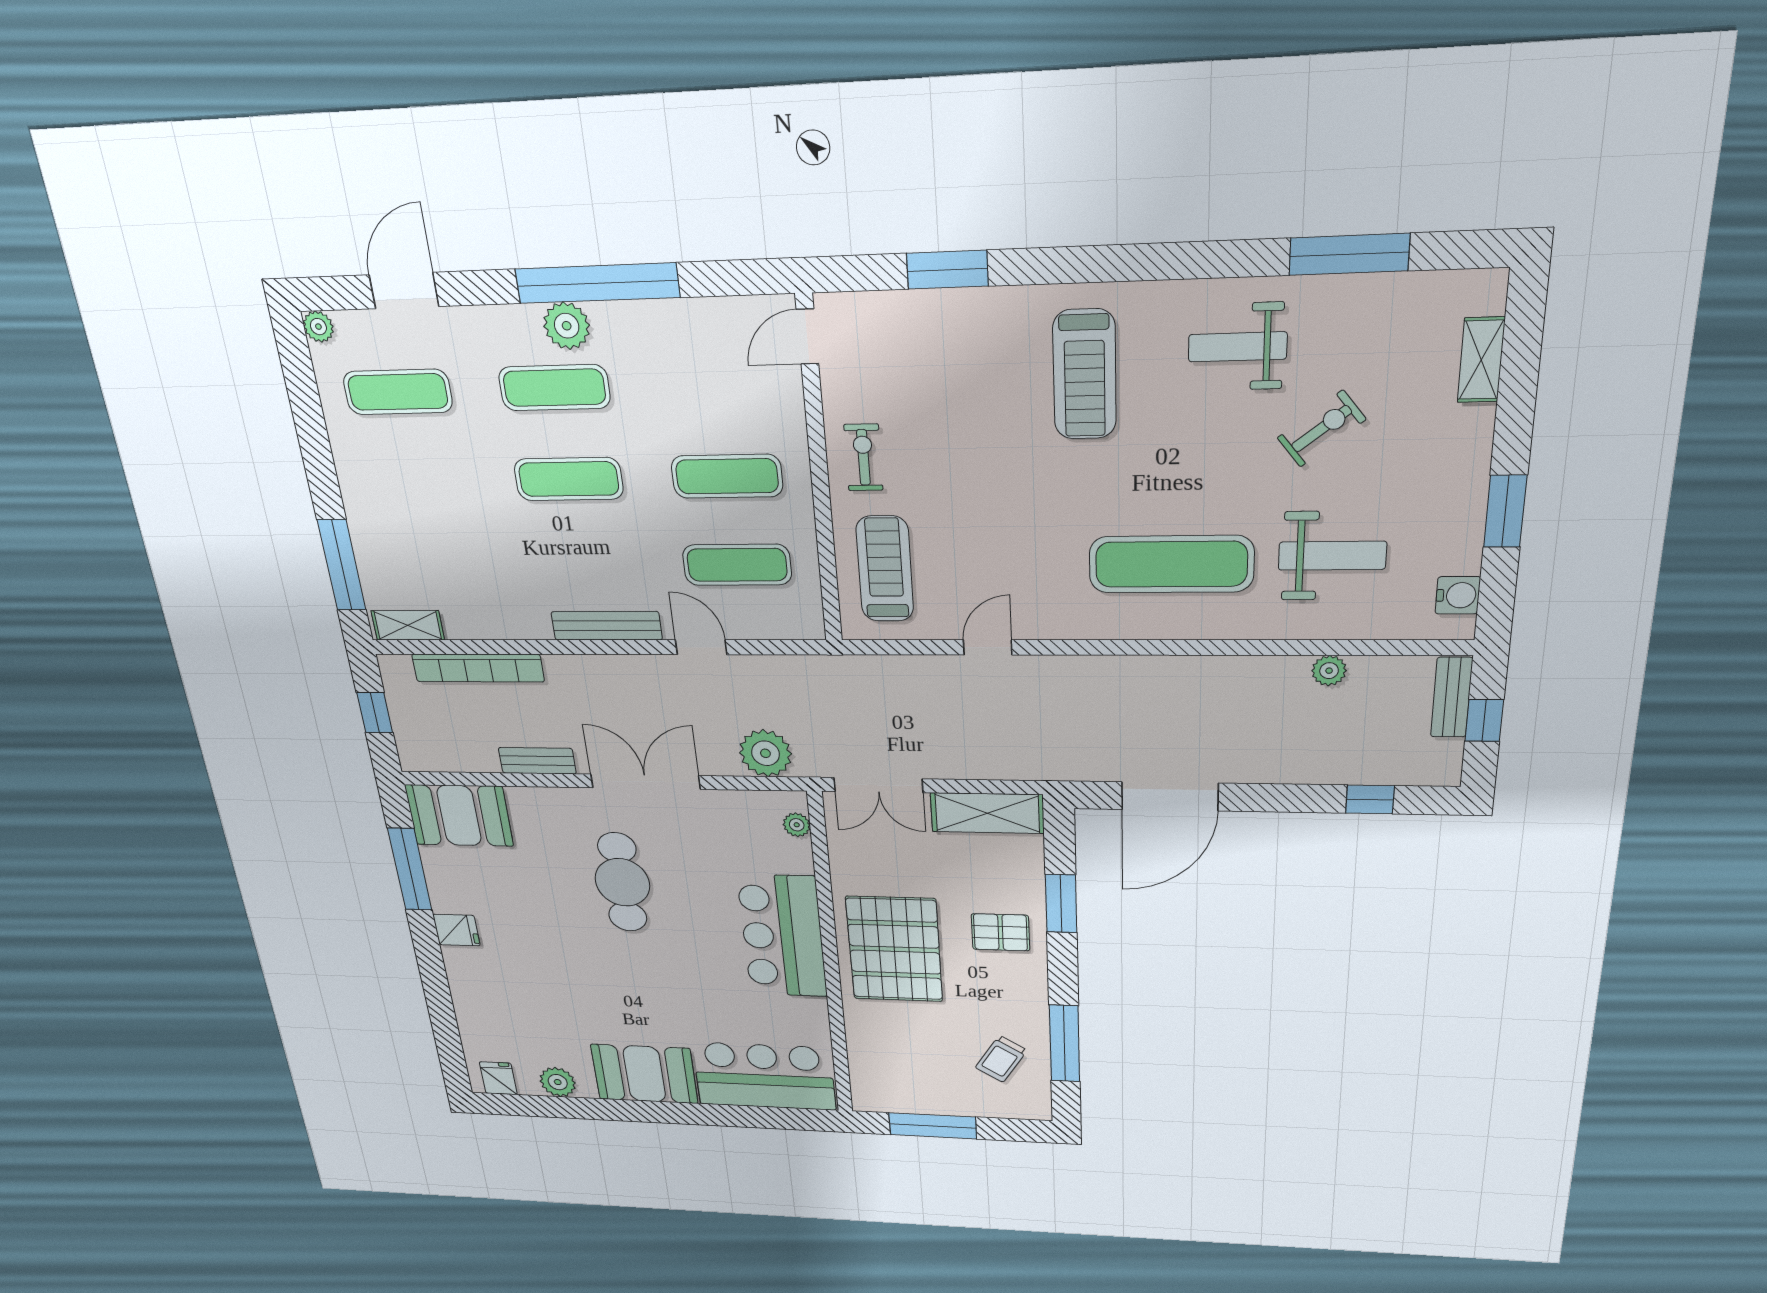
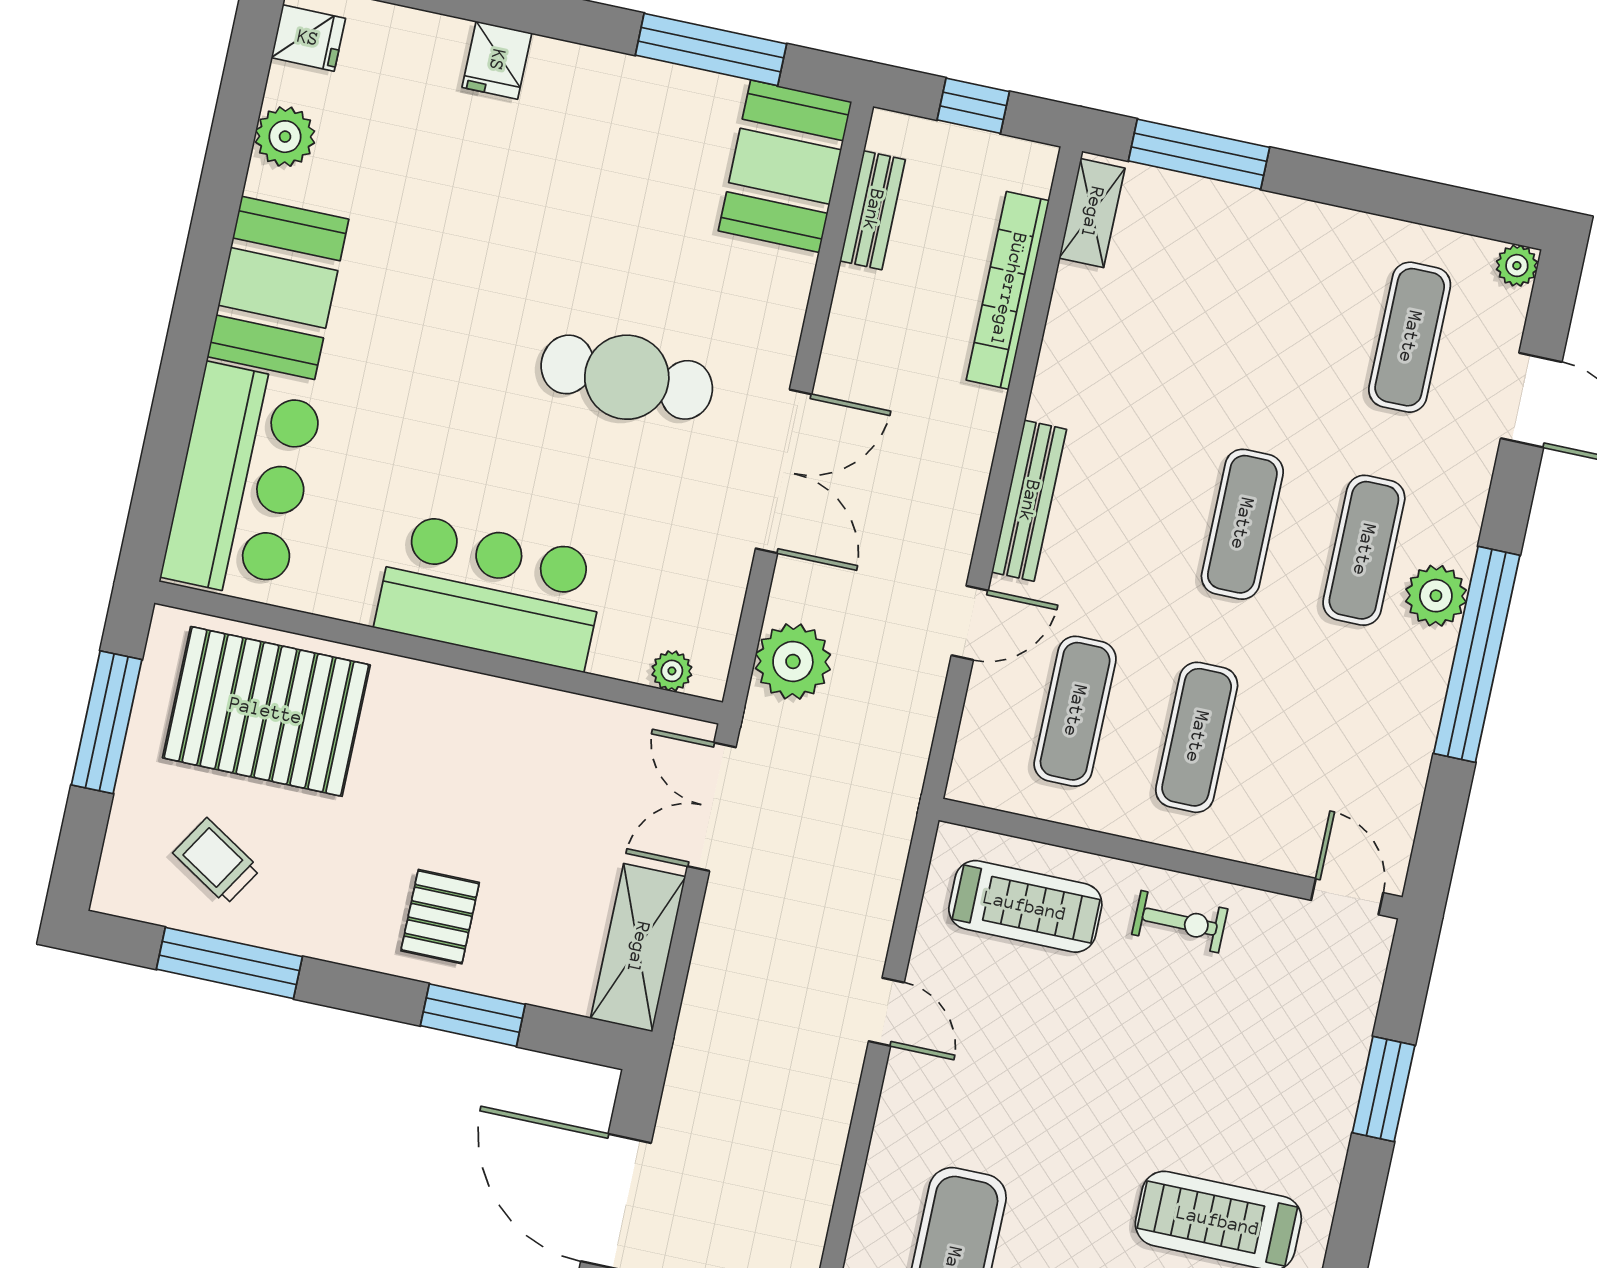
bench: (537, 761) -> (873, 210), moved
fridge: (456, 930) -> (497, 60), moved
pallet: (894, 949) -> (266, 711), moved

